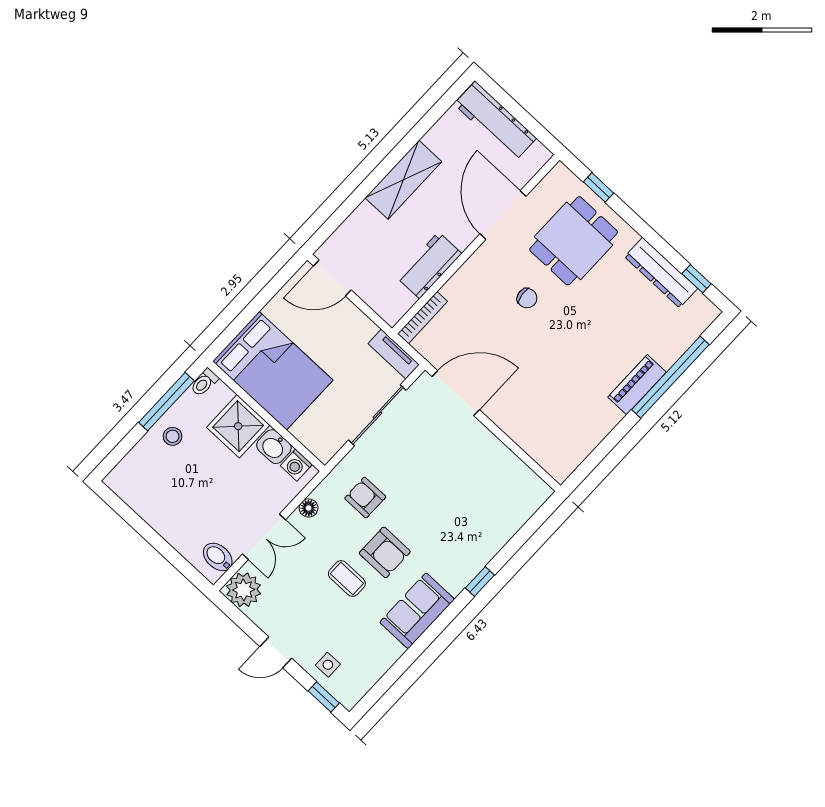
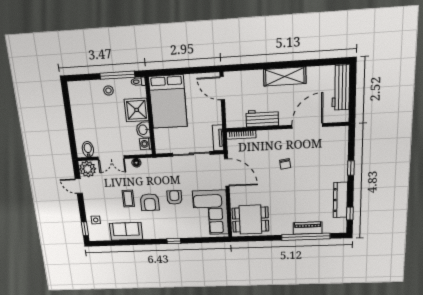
window: (599, 187) -> (351, 168), moved
dining table: (574, 241) -> (250, 220), moved
piano: (637, 385) -> (308, 228), moved
corner sofa: (491, 479) -> (210, 213), added
armchair: (365, 498) -> (174, 197), moved
sofa: (417, 611) -> (126, 231), moved
door: (276, 652) -> (79, 186), moved

